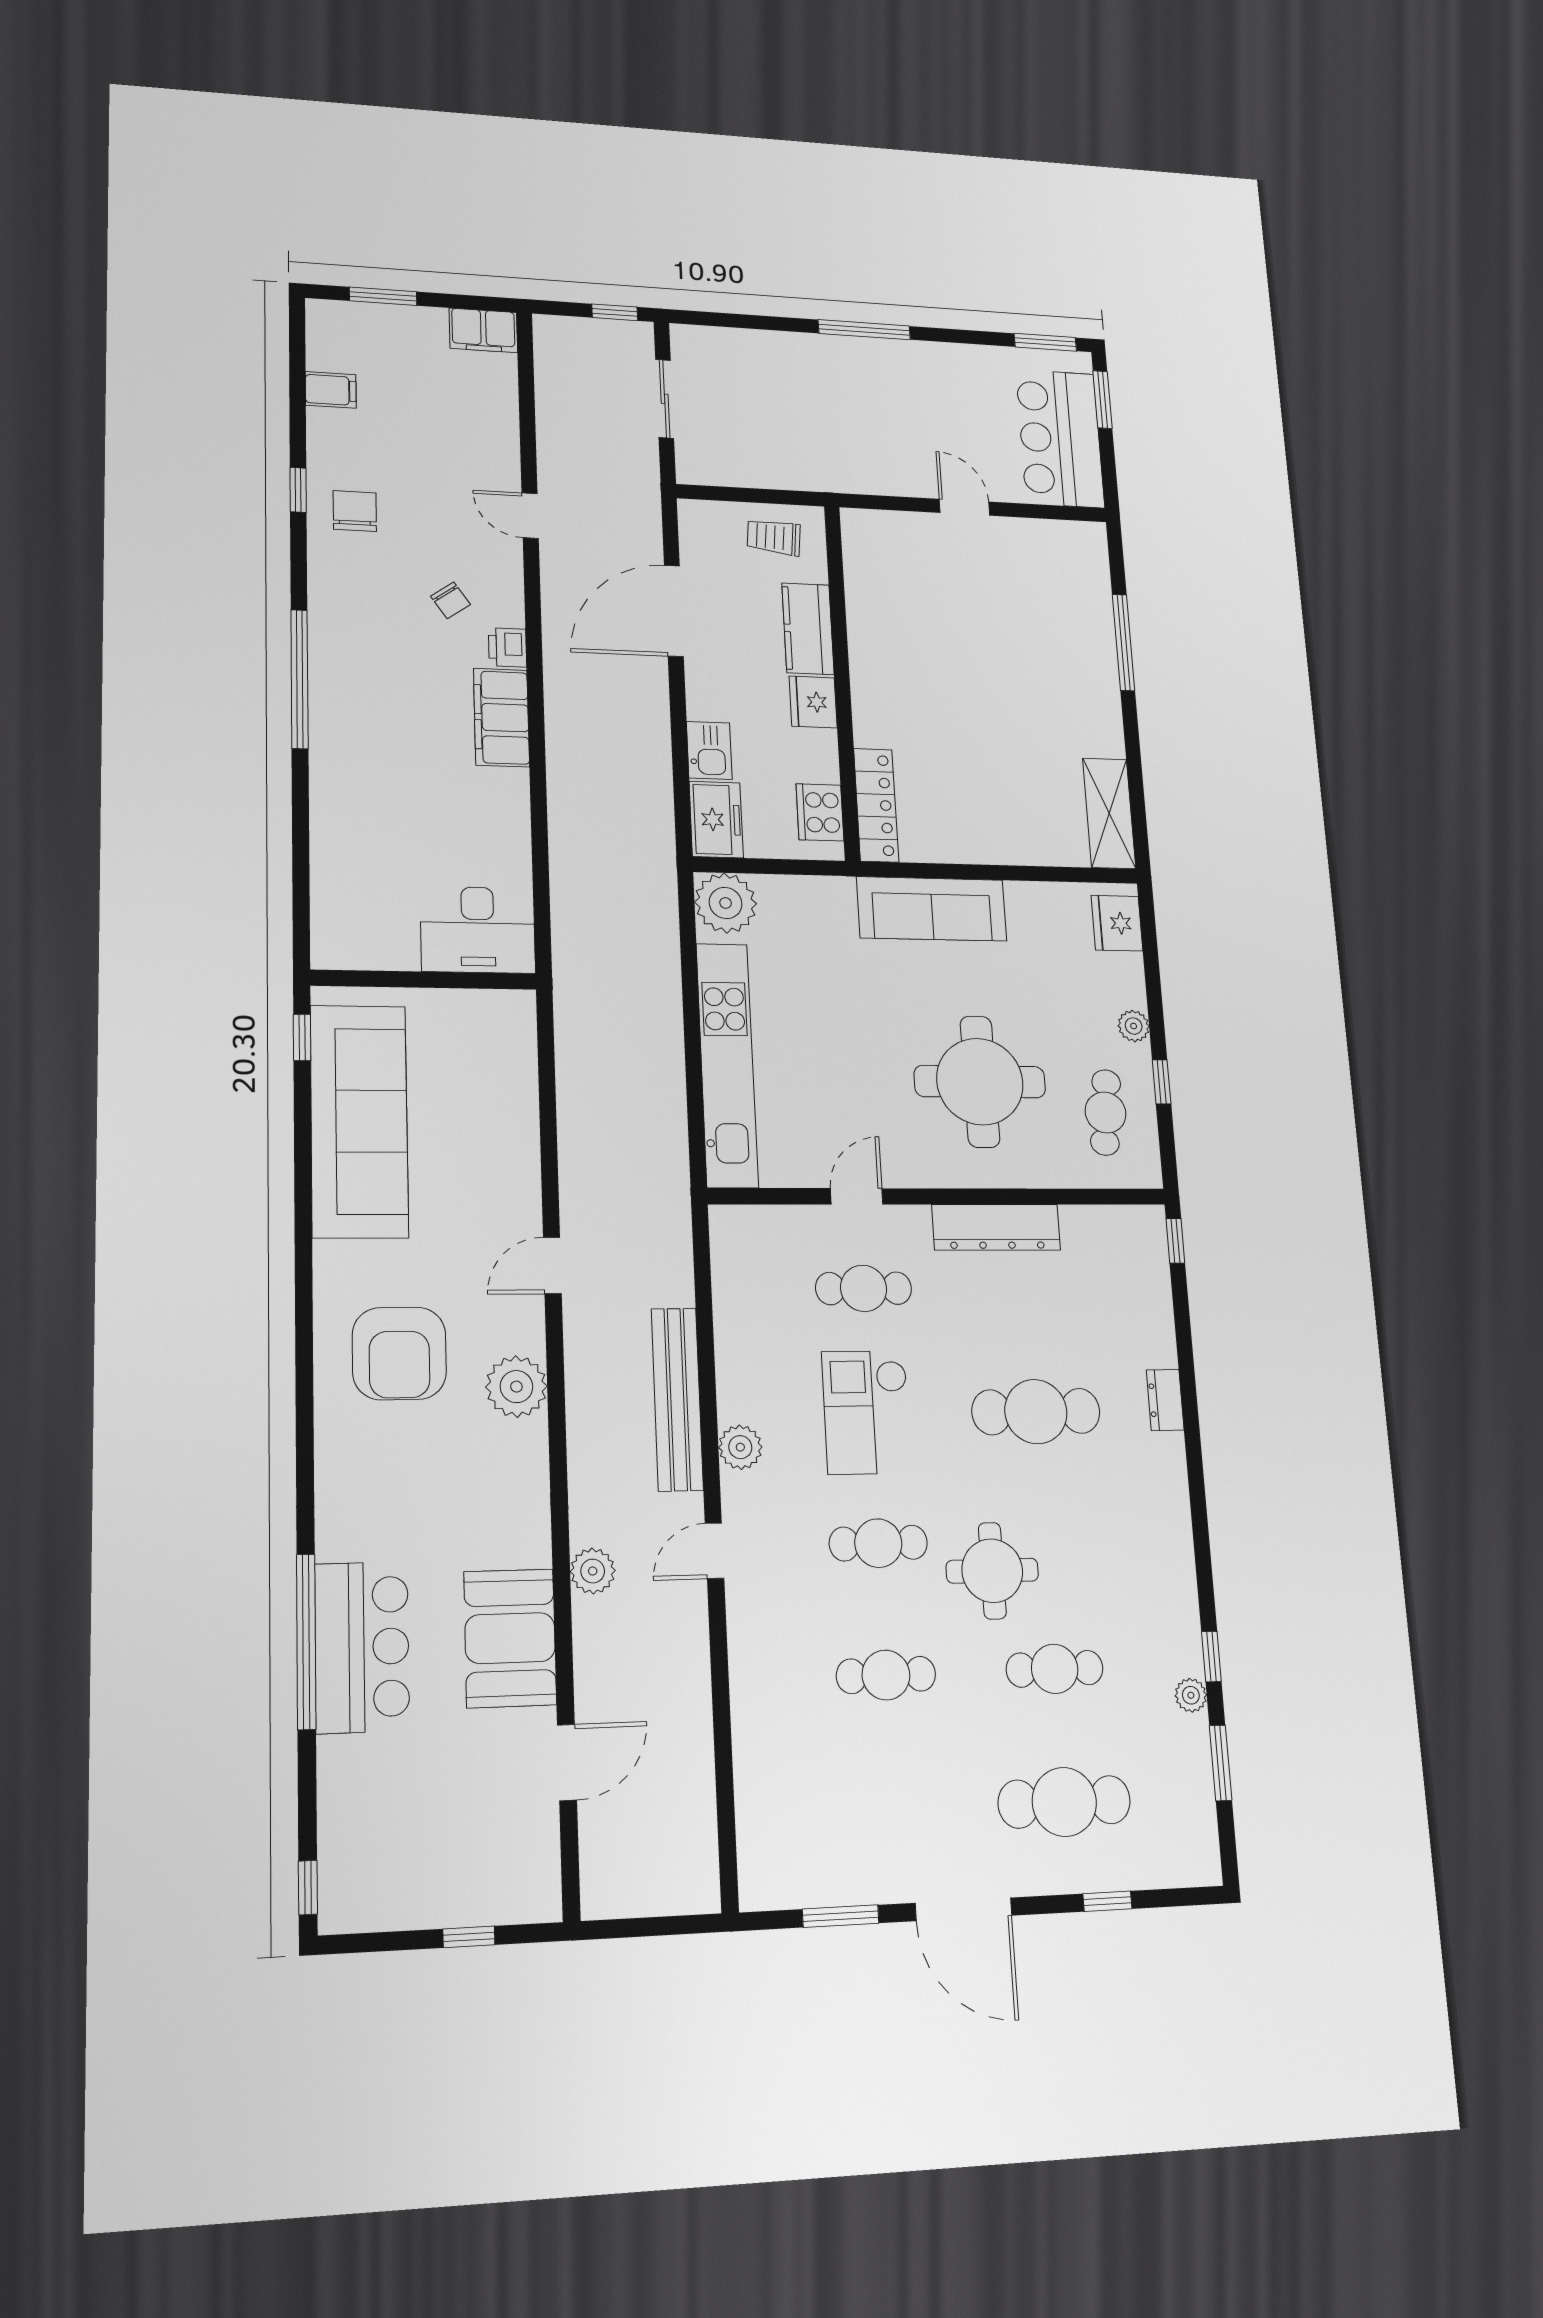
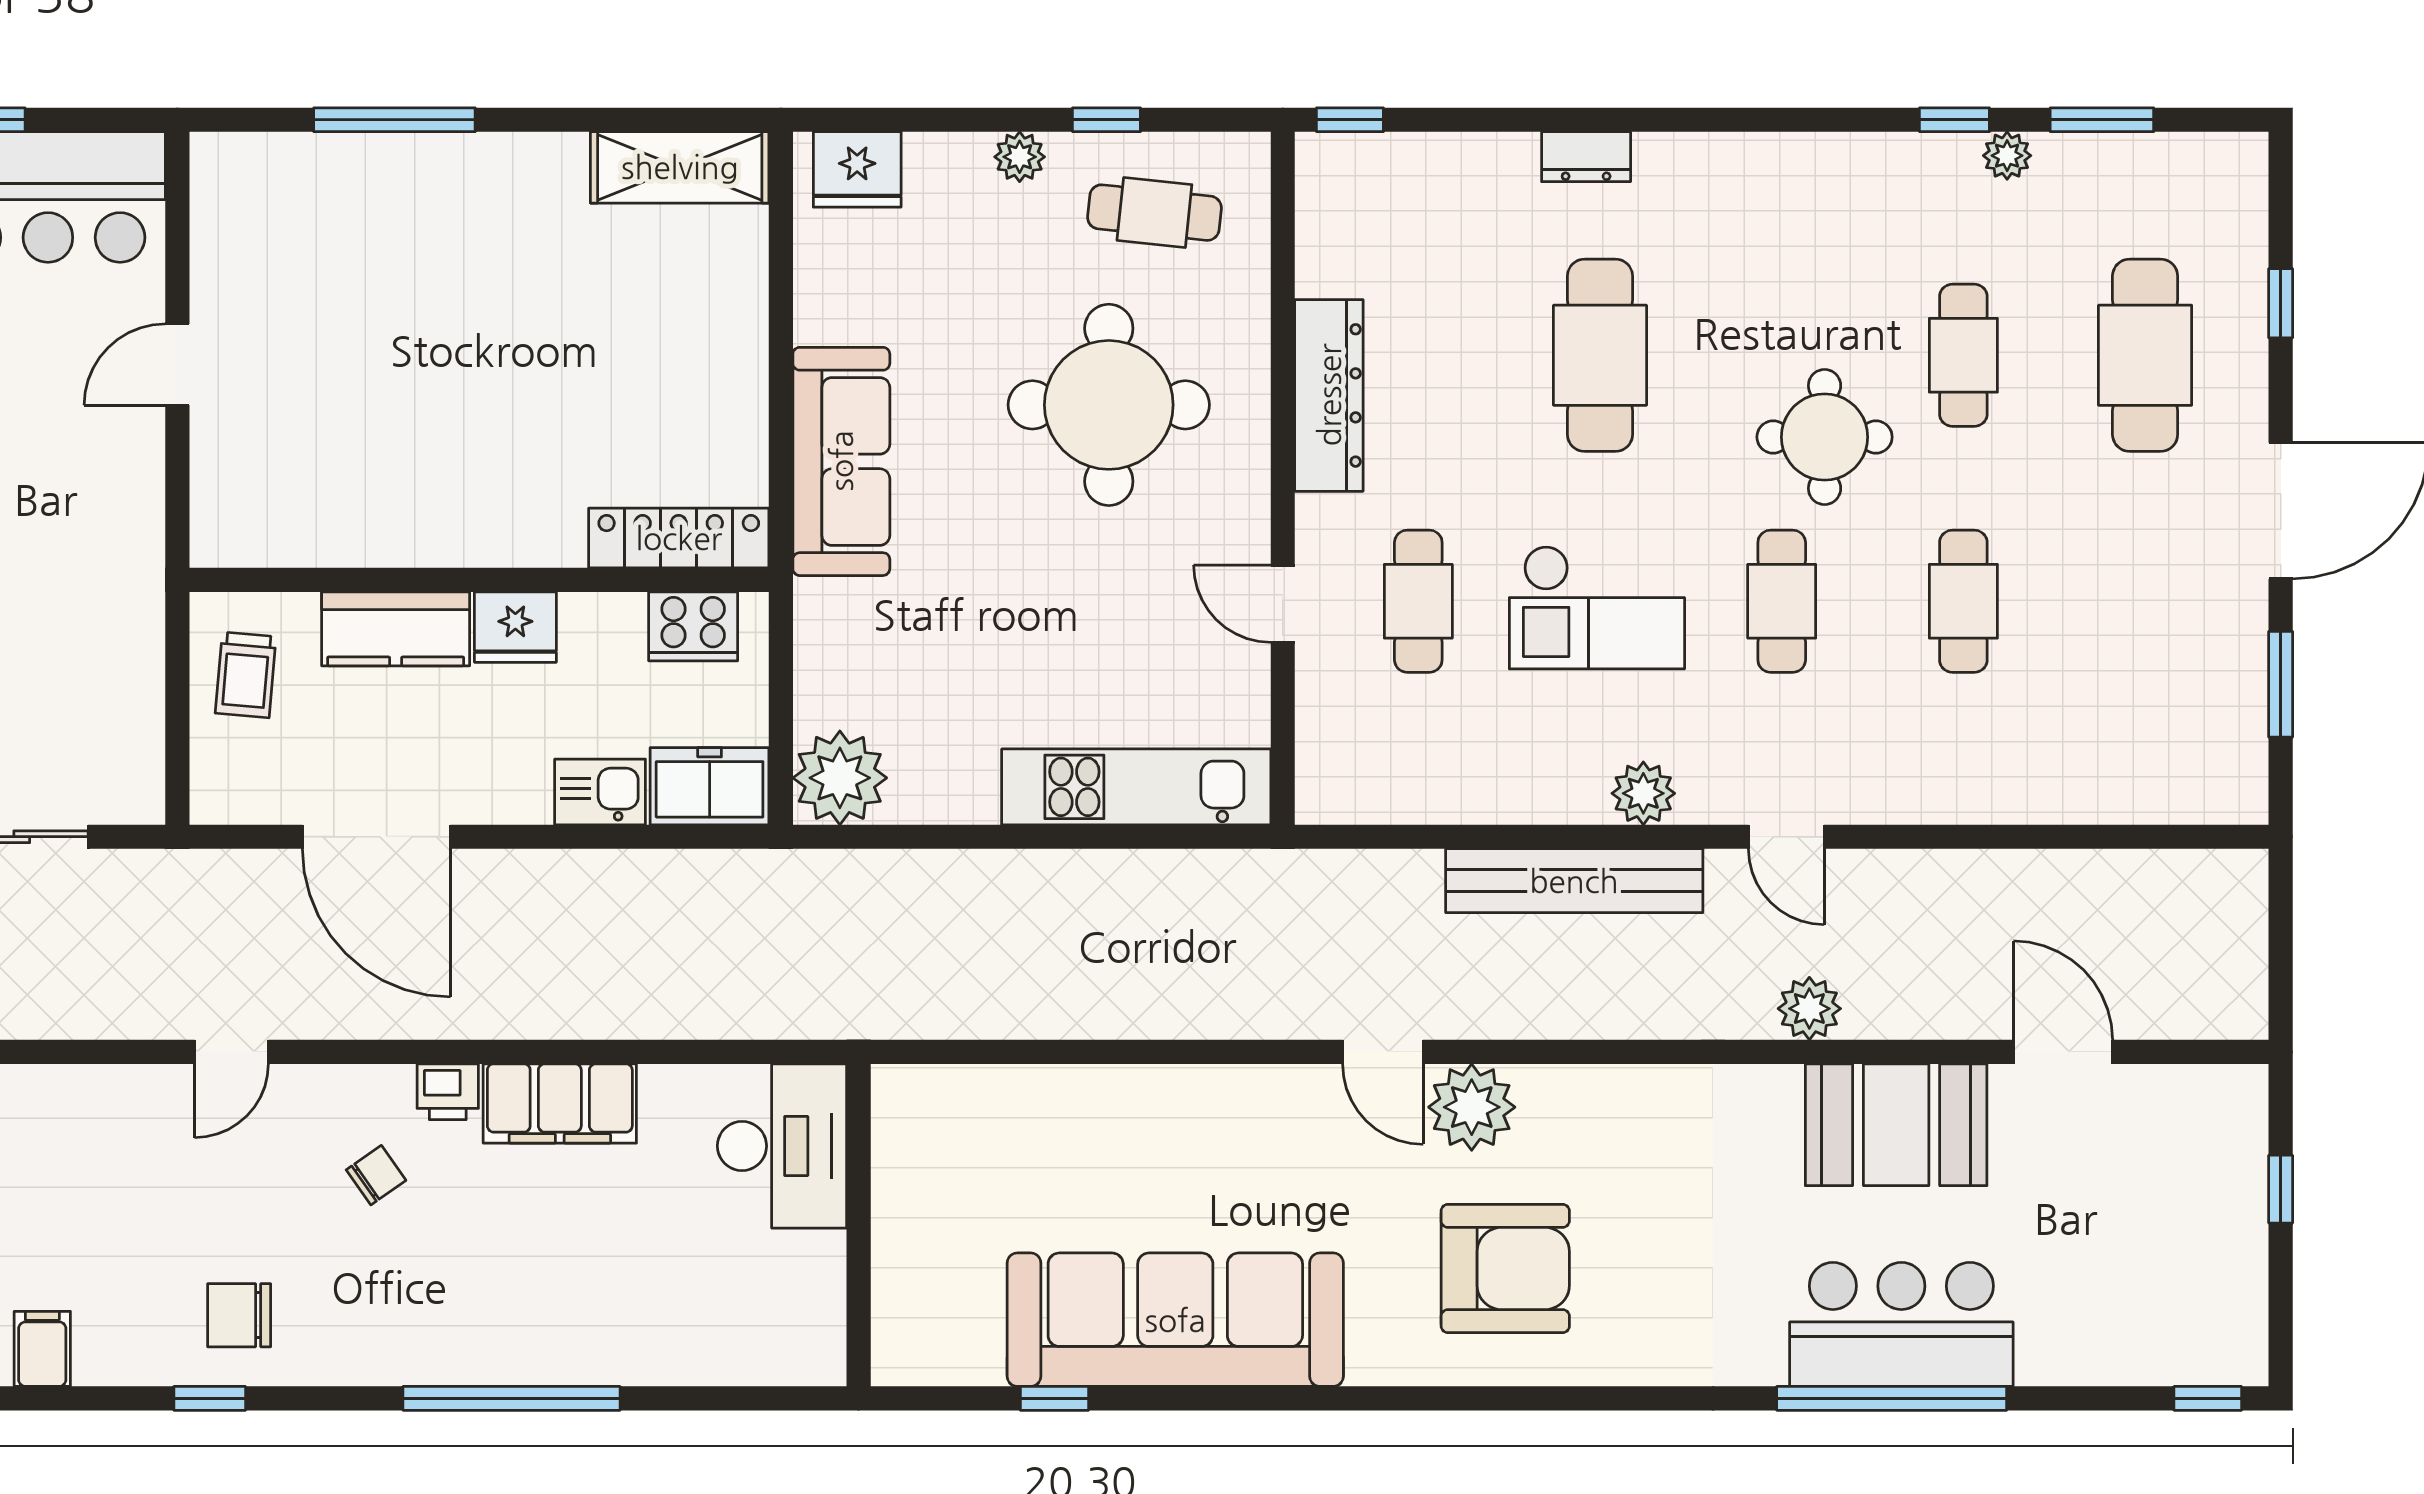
desk: (478, 930) -> (782, 1146), moved
wall: (424, 980) -> (859, 1225), moved
kitchen unit: (727, 1065) -> (1136, 787), width x0.73
plant: (516, 1387) -> (1472, 1107), moved

